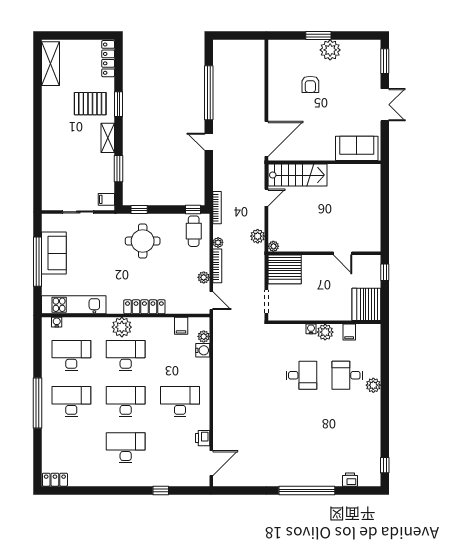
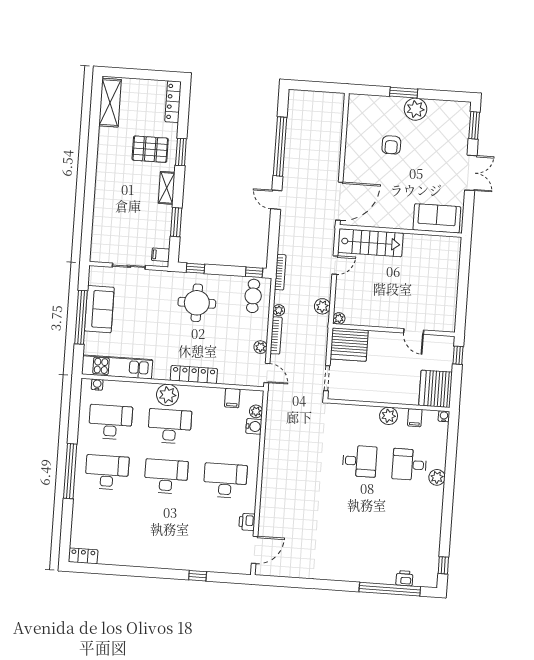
water cooler: (311, 329) -> (444, 416), moved
desk: (126, 448) -> (163, 527), removed
window: (307, 490) -> (390, 589), moved

